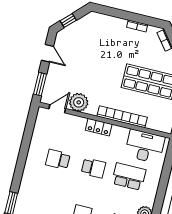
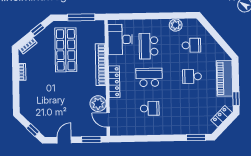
locker: (99, 127) -> (114, 82), width x1.53
school desk: (58, 159) -> (150, 108), turned -90
school desk: (93, 168) -> (149, 77), width x1.85

